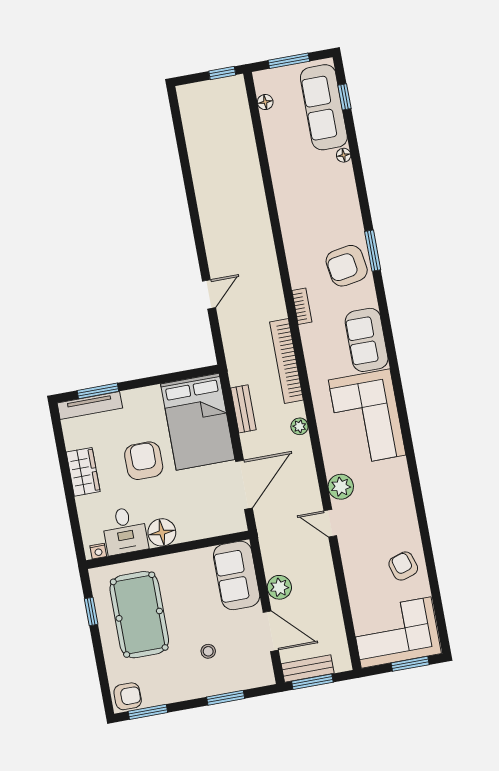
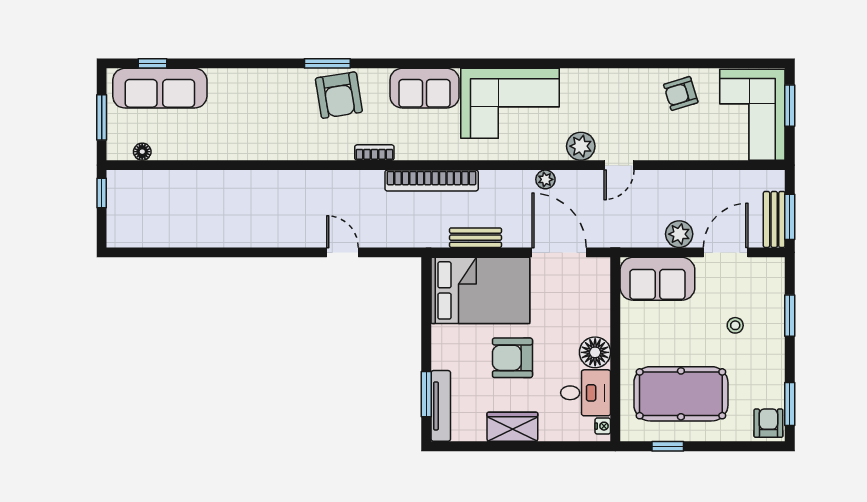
floor lamp: (344, 155) -> (217, 76), removed
plant: (299, 426) -> (545, 179), moved

